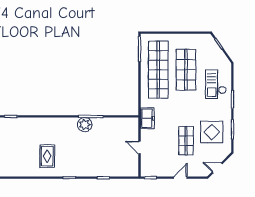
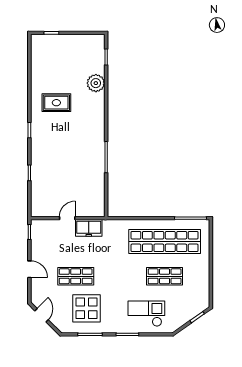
shop shelf: (186, 70) -> (165, 276), width x0.70, depth x0.74
freezer: (147, 118) -> (89, 228), moved
plant: (85, 125) -> (96, 83), moved

